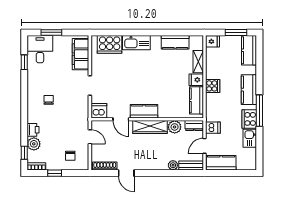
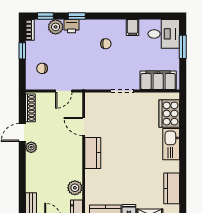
window: (24, 62) -> (77, 16), moved
filing cabinet: (34, 76) -> (133, 28), added
dishwasher: (99, 111) -> (93, 101), removed
door: (121, 119) -> (84, 127), hinge flipped
wardrobe: (150, 127) -> (75, 160), removed
plant: (173, 165) -> (31, 147), moved

